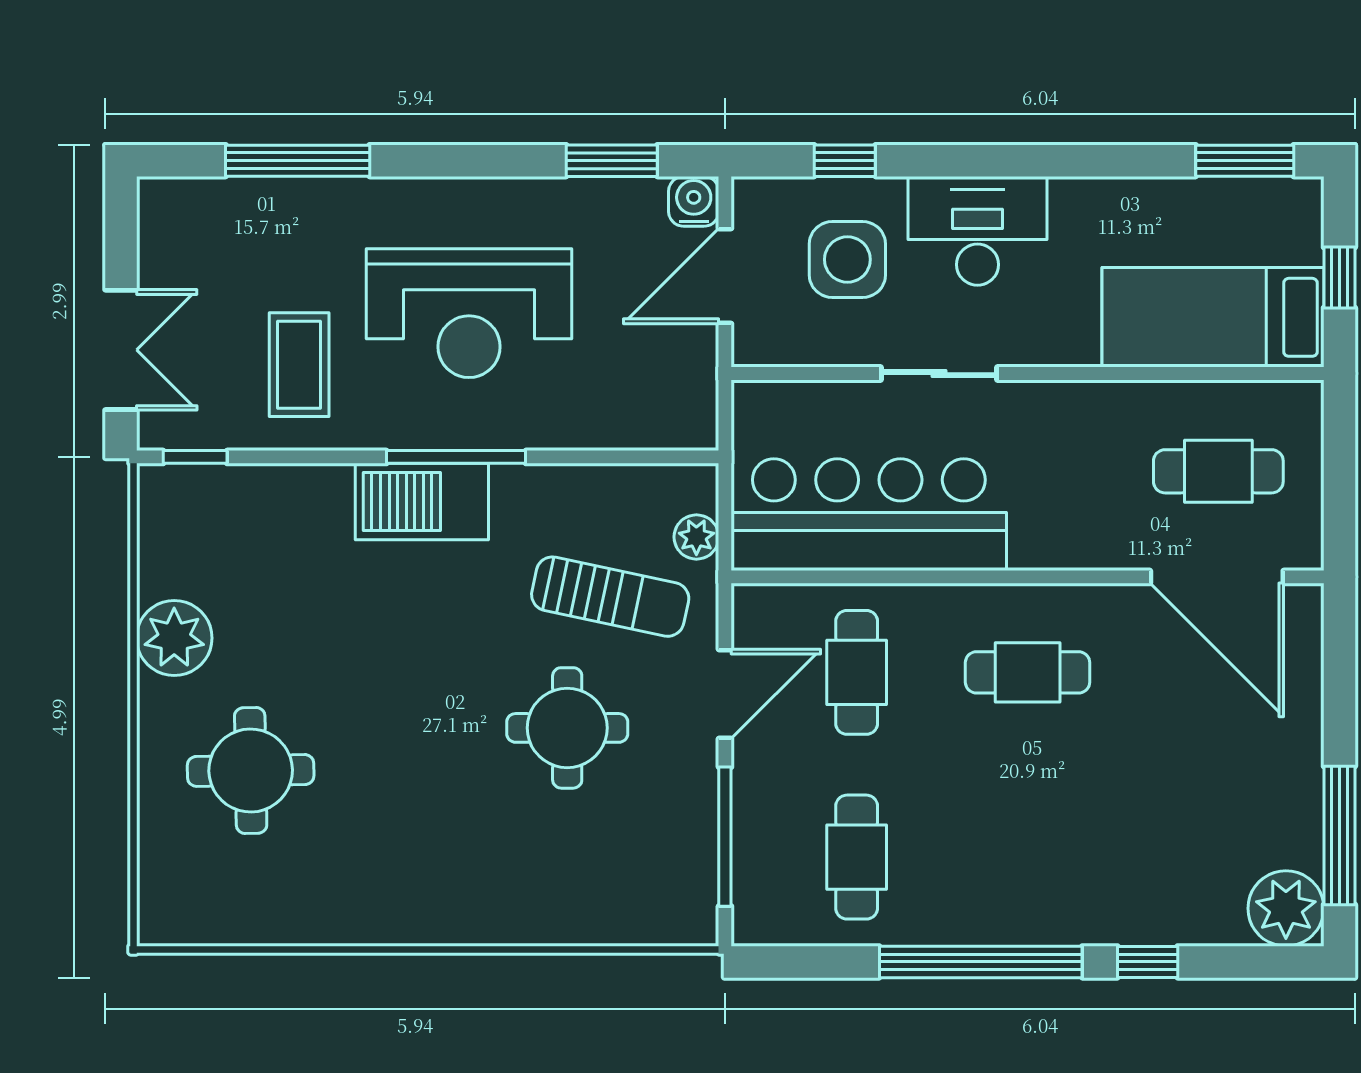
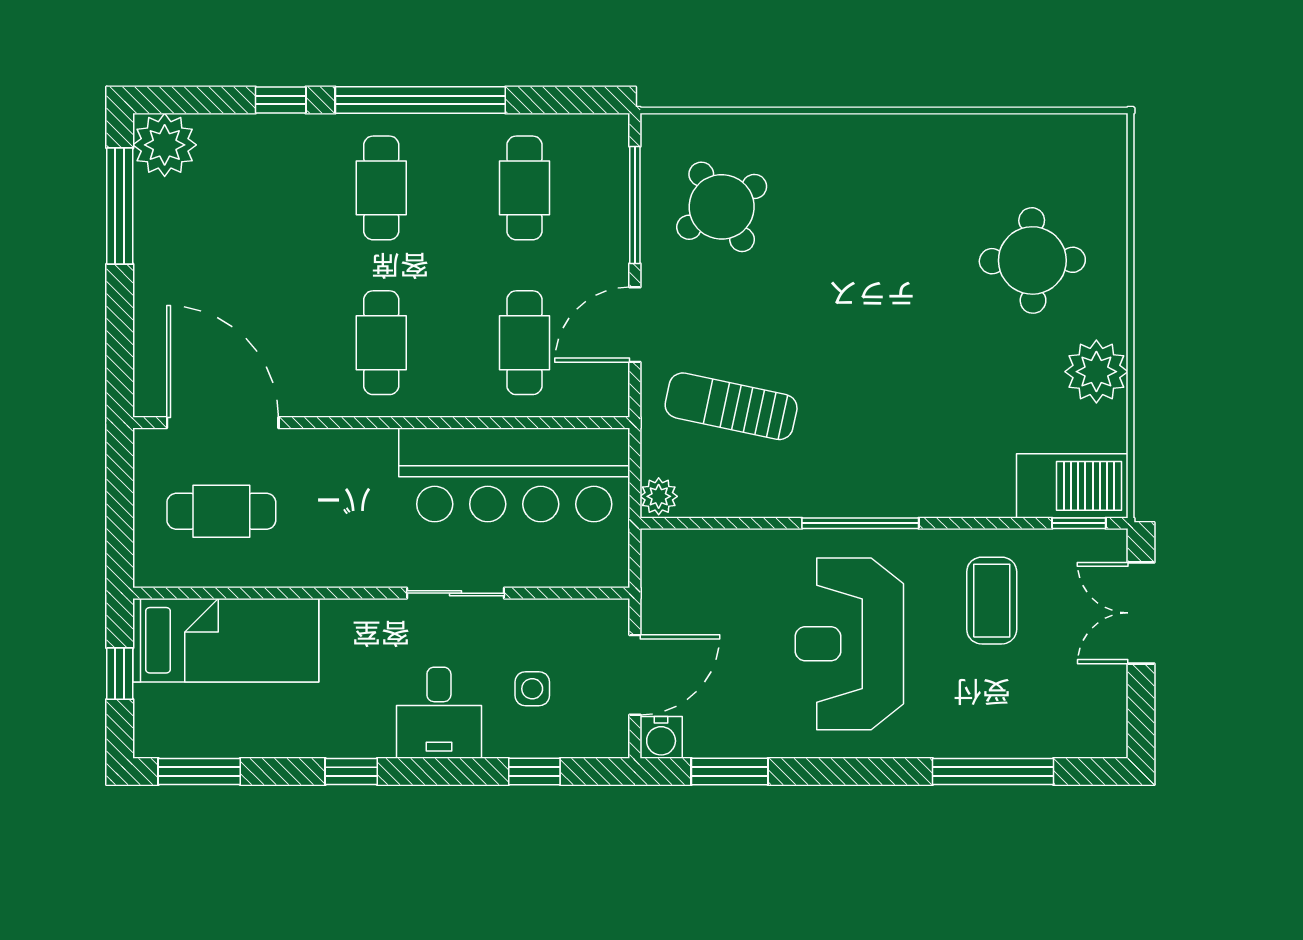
window: (1063, 161) -> (351, 772), added
desk: (977, 231) -> (439, 713), width x0.73
side table: (847, 259) -> (532, 689), width x0.54, depth x0.54
reception desk: (469, 313) -> (849, 644), turned -90
barbecue: (422, 502) -> (1072, 486), moved
plant: (696, 537) -> (659, 496), moved
cafe table: (1028, 672) -> (381, 343), turned 90
round table: (567, 728) -> (722, 207), moved, turned -32
cafe table: (1028, 857) -> (381, 188), added

